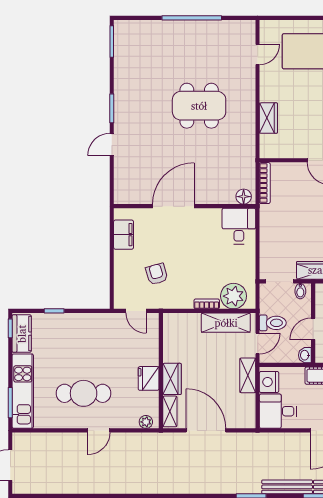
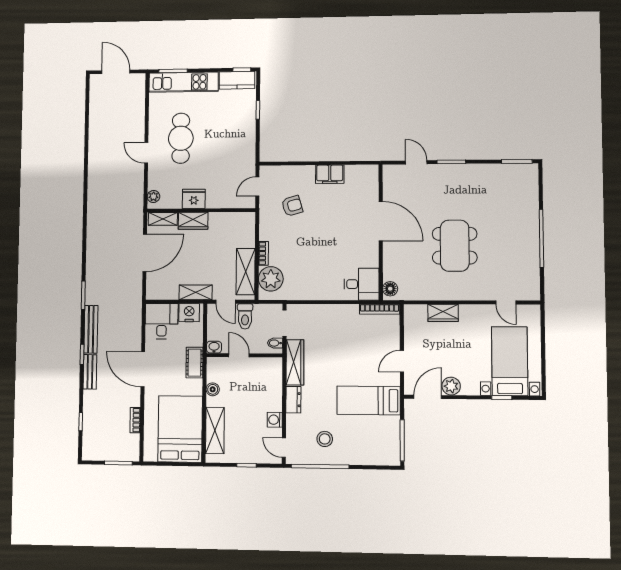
floor lamp: (244, 197) -> (390, 289), moved
door: (173, 206) -> (381, 221), moved
wall: (185, 206) -> (381, 232), moved
desk: (239, 226) -> (362, 284), moved

